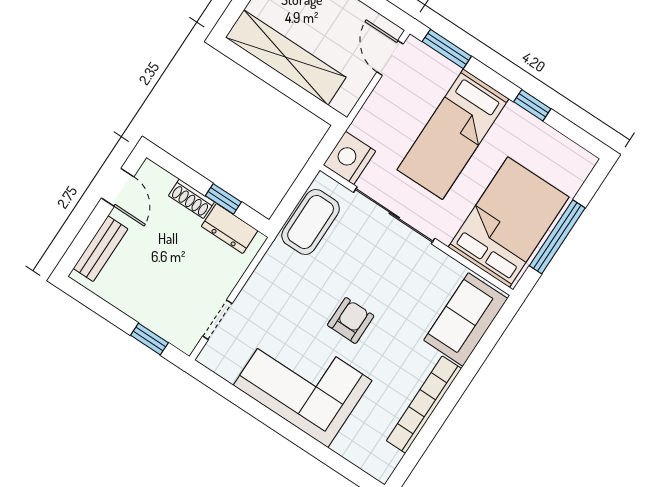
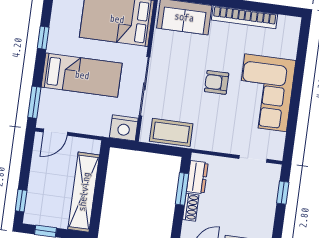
window: (223, 199) -> (182, 189), width x1.50

